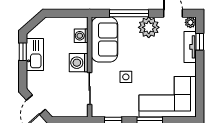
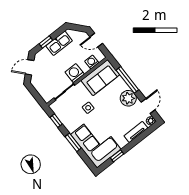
door: (62, 13) -> (96, 40), added
window: (200, 42) -> (117, 156), moved
window: (23, 52) -> (46, 42), moved

